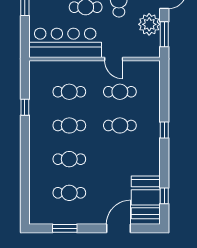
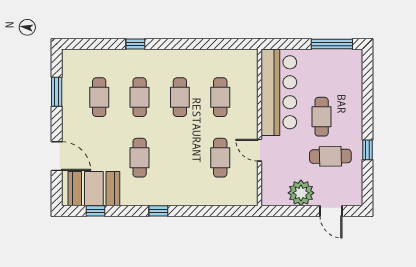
window: (164, 34) -> (289, 211), removed
door: (114, 59) -> (260, 150), hinge flipped
window: (25, 107) -> (135, 44), moved
cafe table: (120, 125) -> (140, 158), moved
window: (164, 130) -> (158, 211), moved

